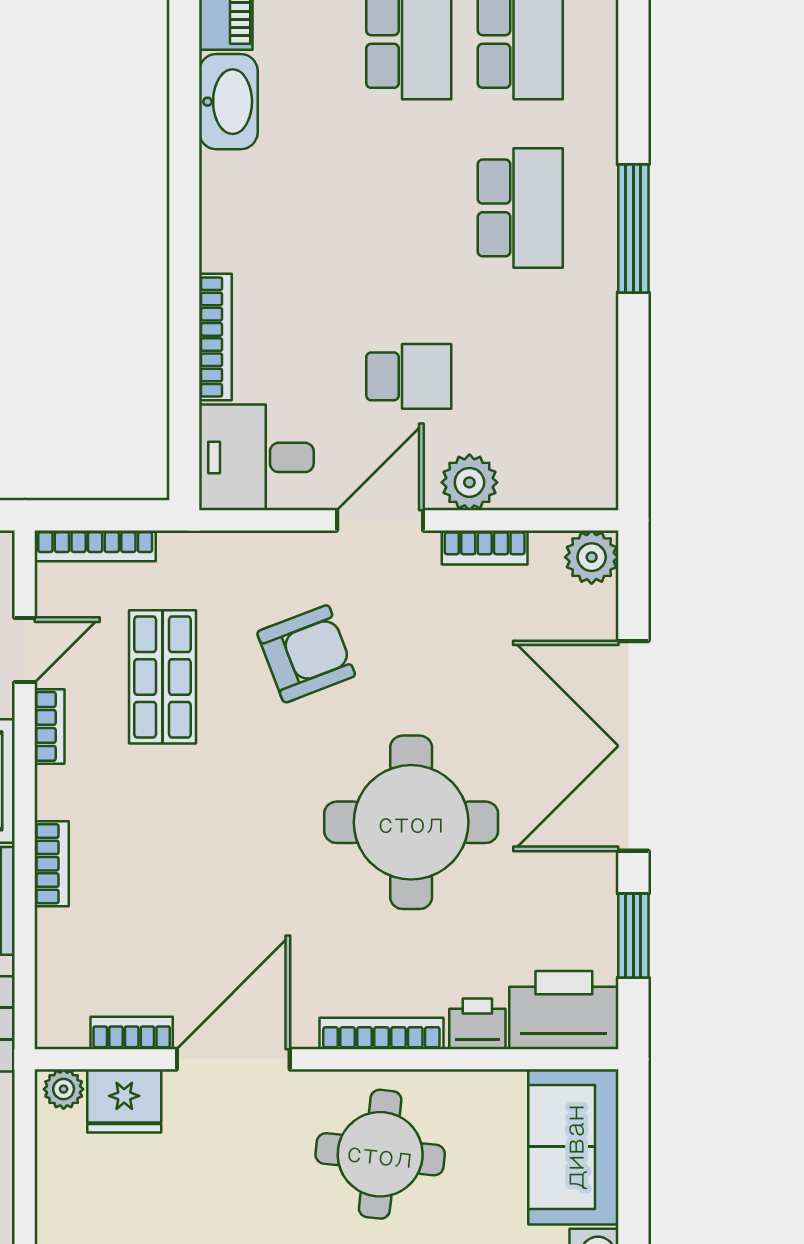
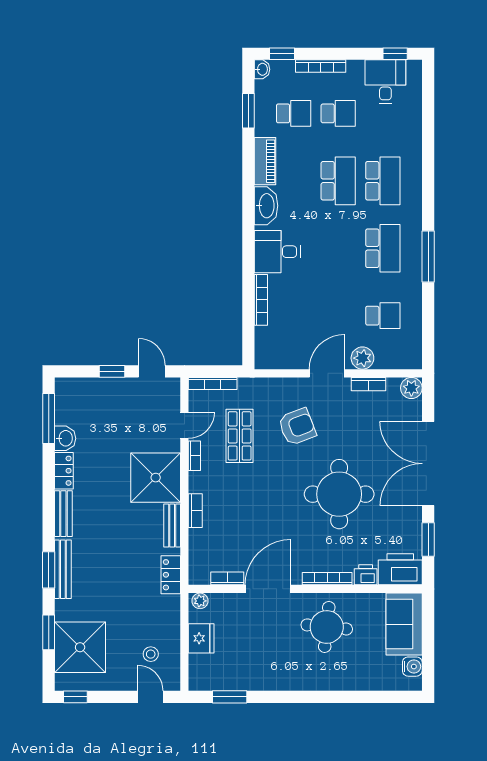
school desk: (409, 376) -> (383, 316), moved
desk: (256, 457) -> (277, 252), moved
fridge: (124, 1101) -> (201, 638), moved, turned -90

